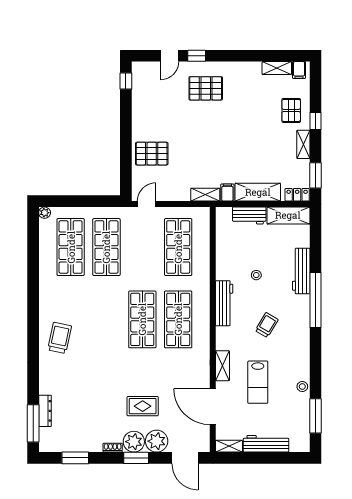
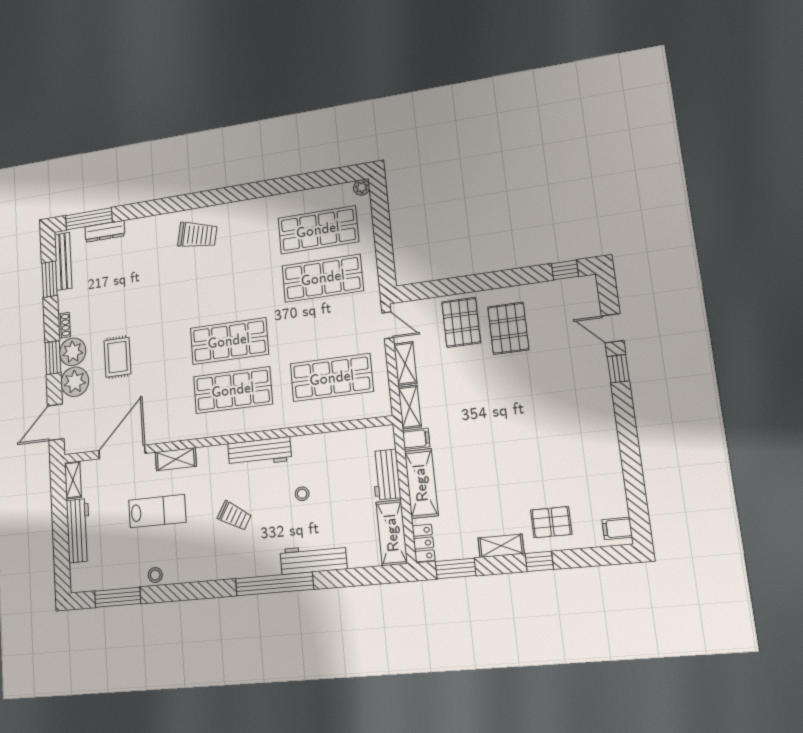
shelving: (277, 68) -> (405, 364), moved
pallet: (206, 88) -> (508, 328), moved
lab bench: (258, 382) -> (157, 511), turned 180
bench: (63, 446) -> (63, 261), added

